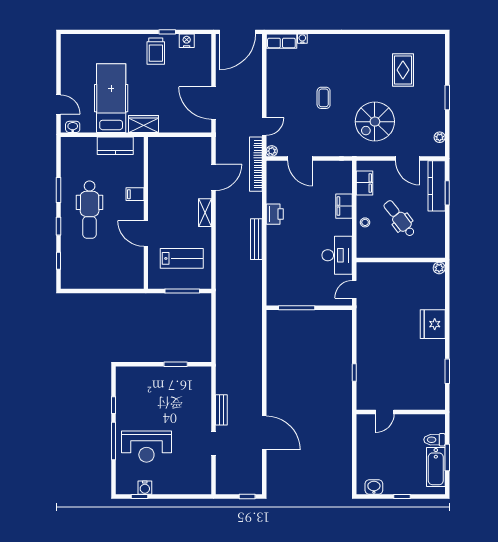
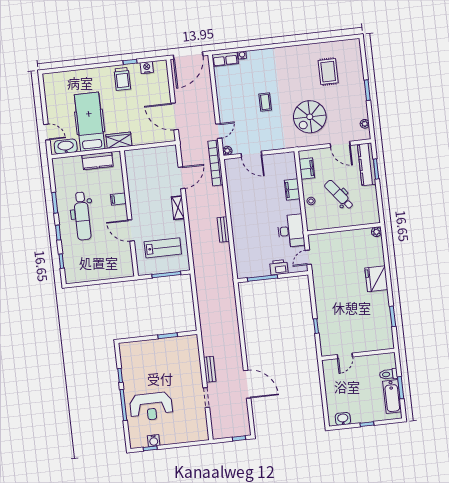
washbasin: (73, 127) -> (66, 147), width x1.91, depth x1.45
printer: (275, 214) -> (279, 267), moved, turned -90
bench: (256, 239) -> (223, 229), width x0.73

